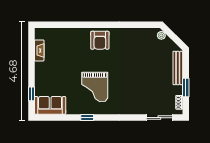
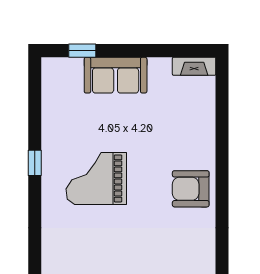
fireplace: (39, 50) -> (194, 66), moved
sofa: (50, 105) -> (116, 75), moved, turned 90

